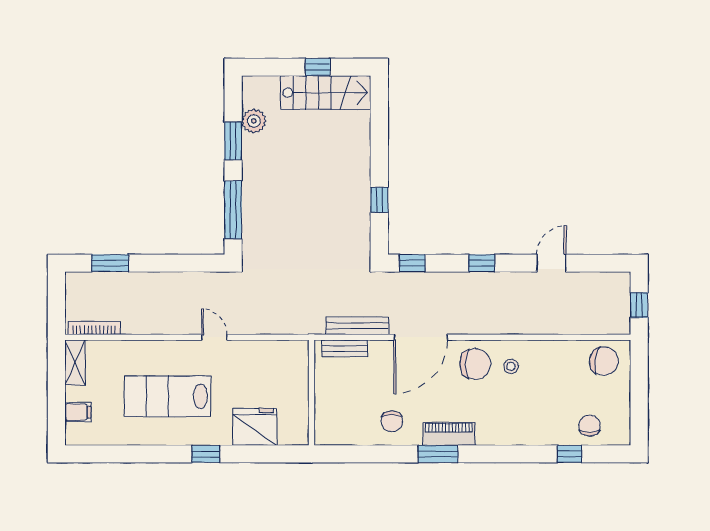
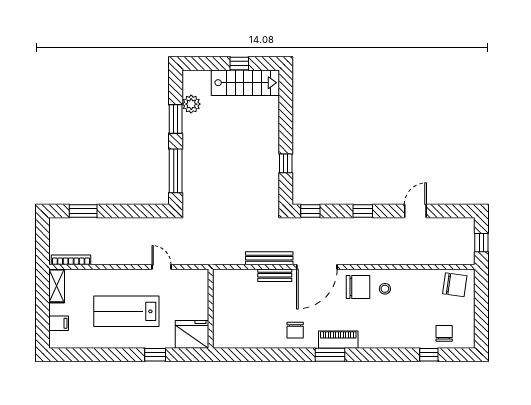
bench: (345, 348) -> (275, 275), moved
wall: (312, 393) -> (211, 309), moved

